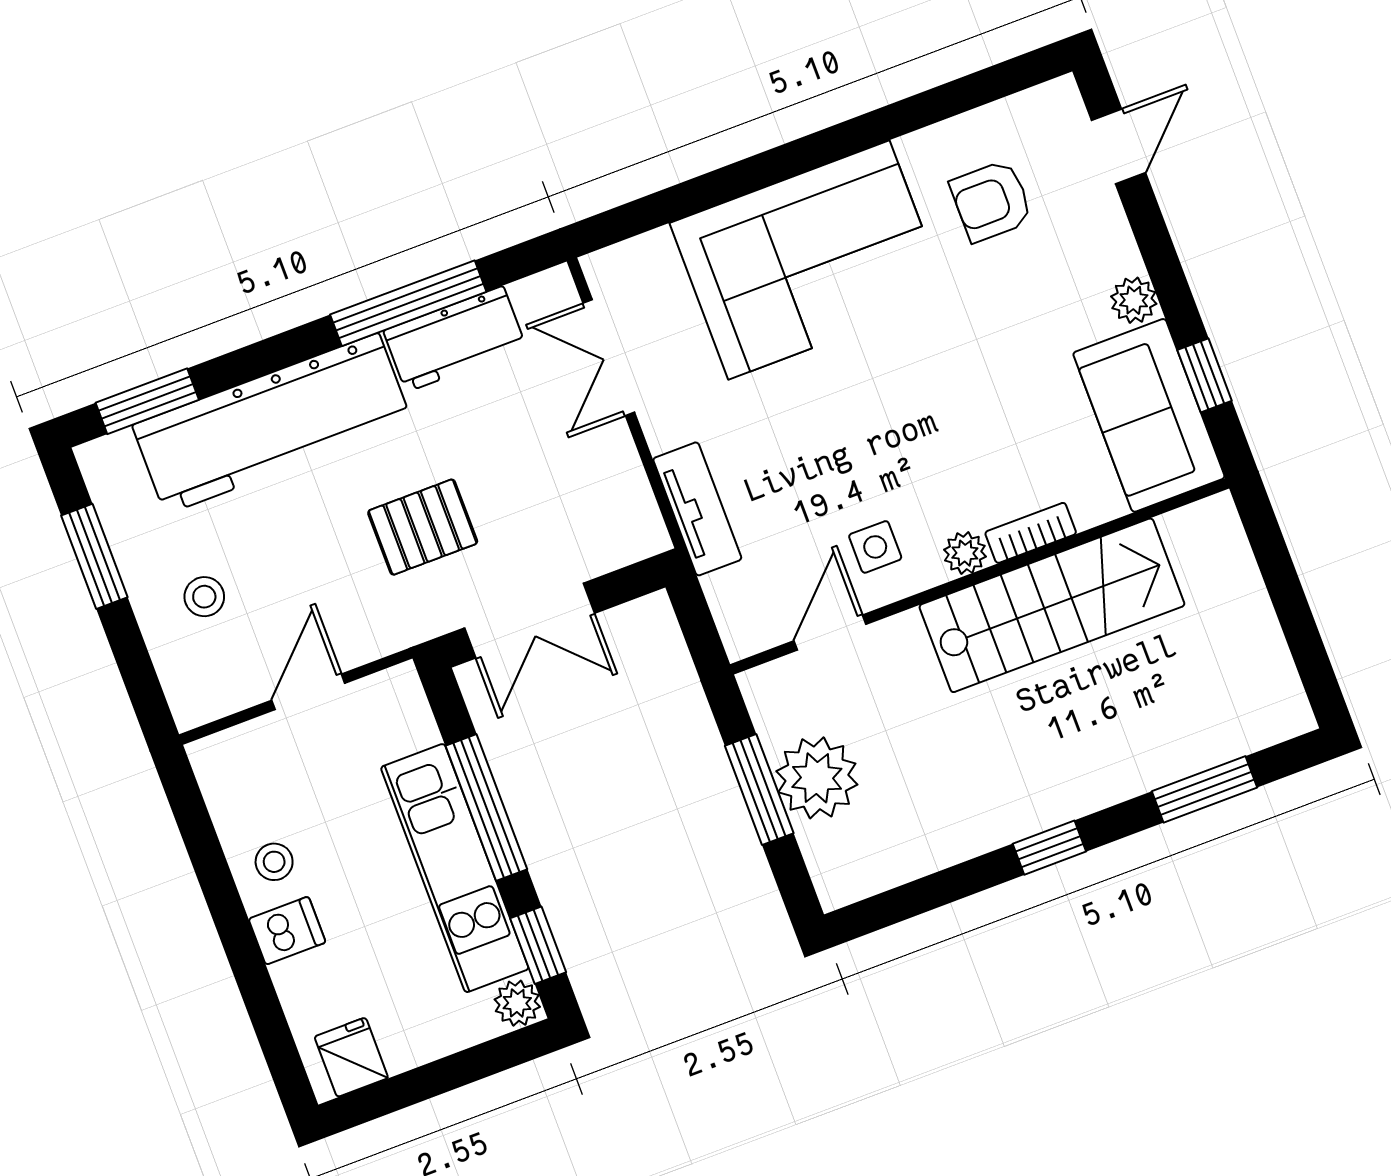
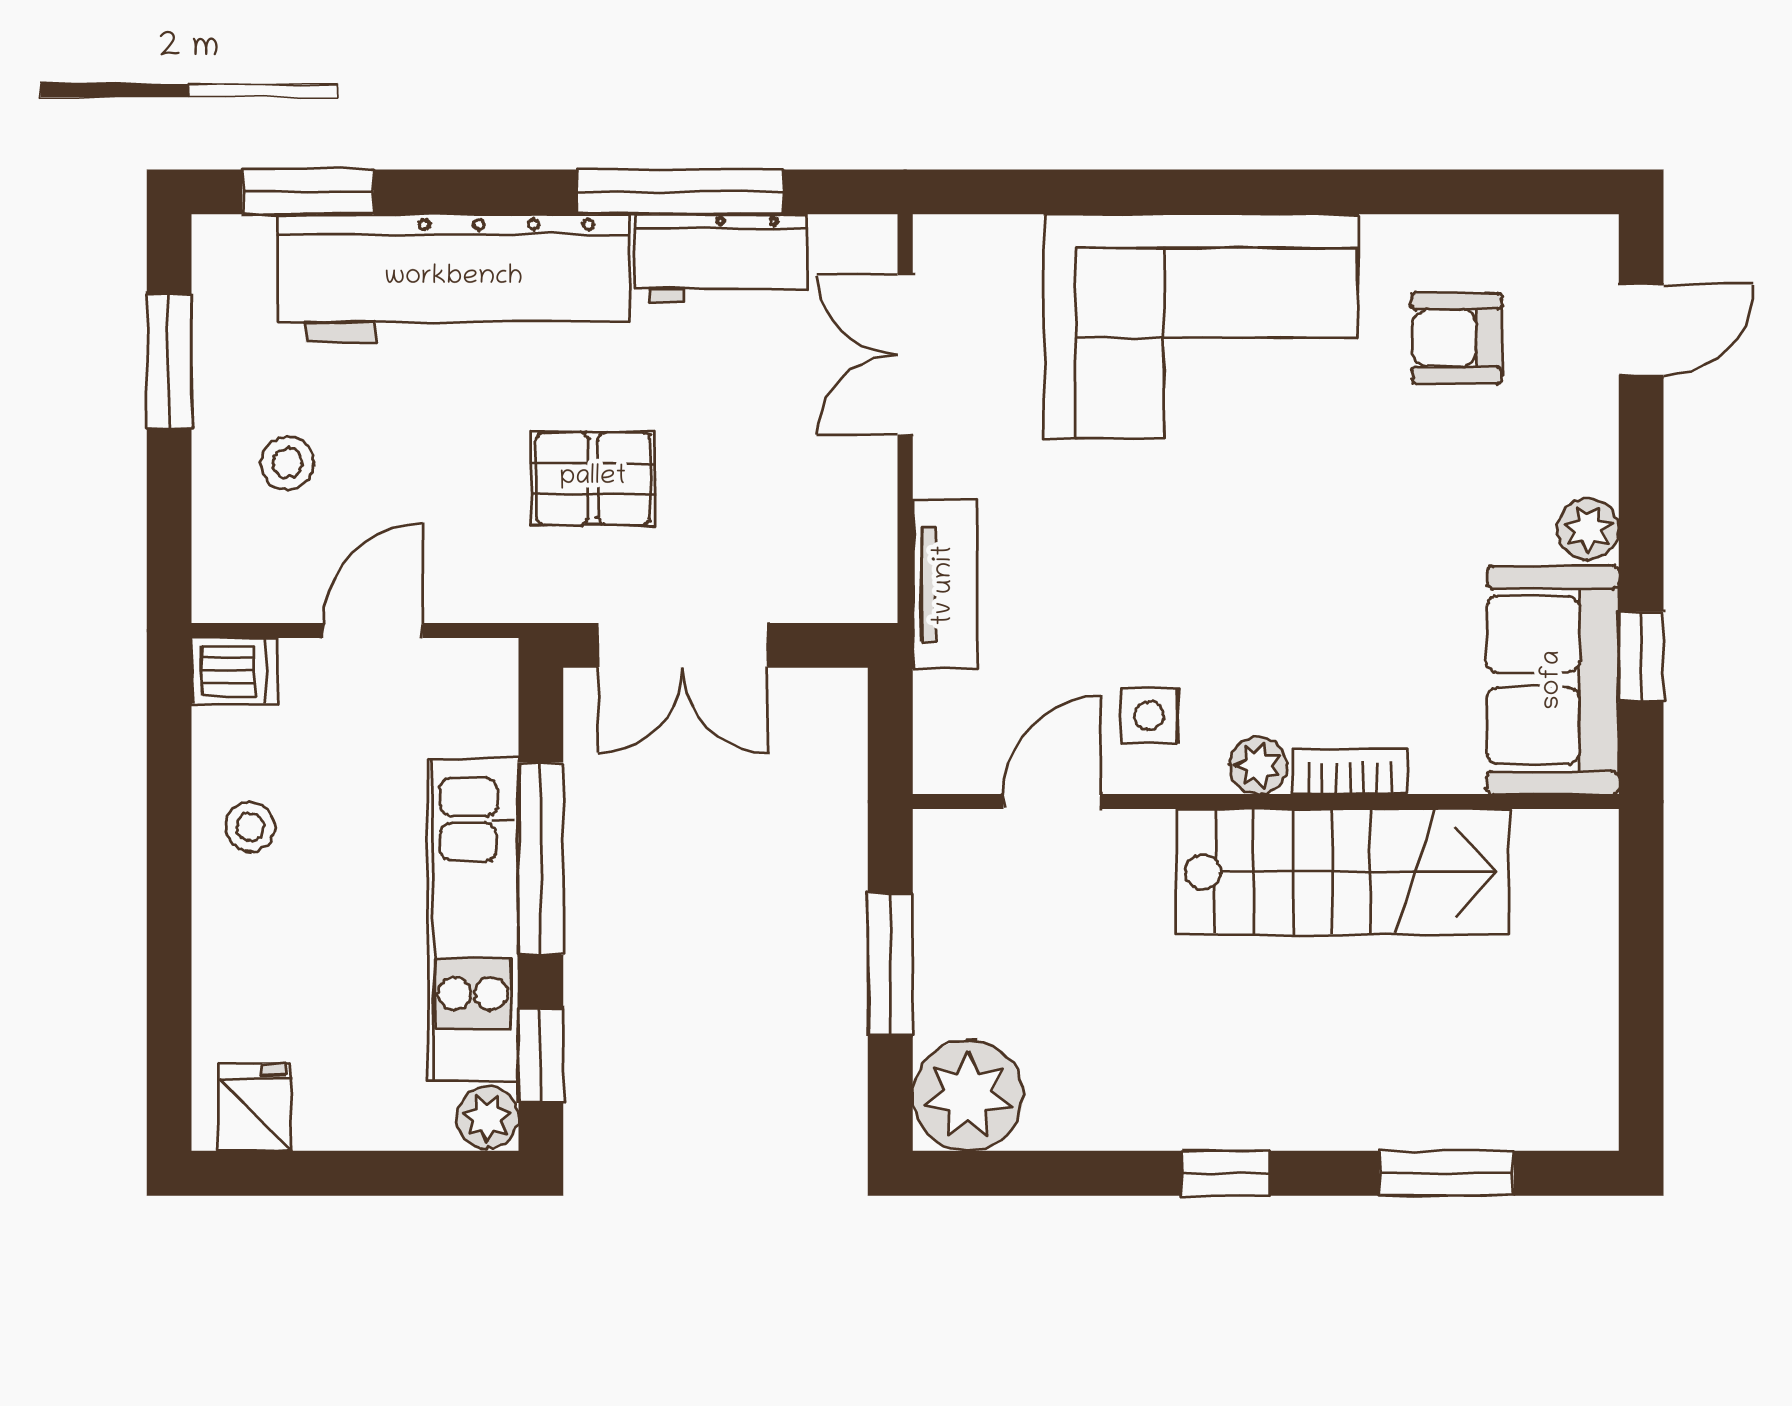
plant: (817, 778) -> (968, 1096), moved
dishwasher: (287, 931) -> (234, 671), moved

